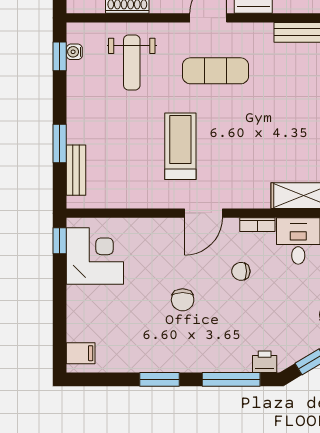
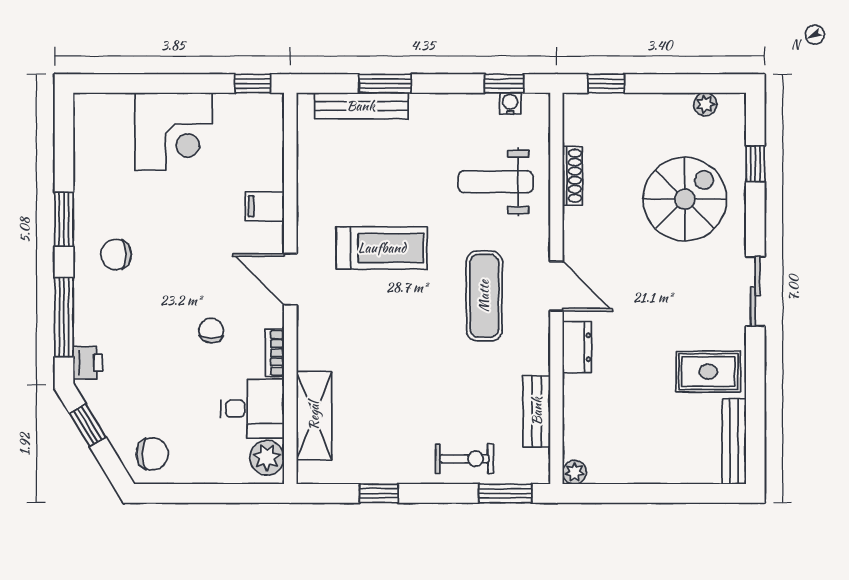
bench: (76, 170) -> (361, 106), width x1.36
corner desk: (95, 256) -> (174, 131), moved
chair: (183, 300) -> (116, 255), moved
filing cabinet: (81, 353) -> (265, 206), moved, turned 90

